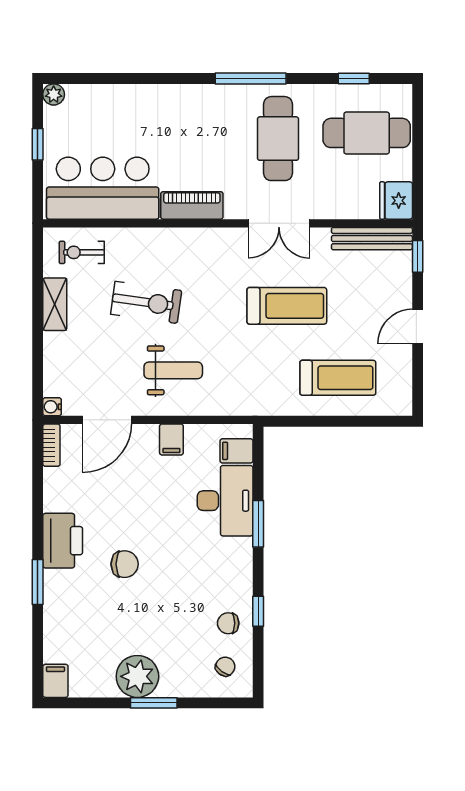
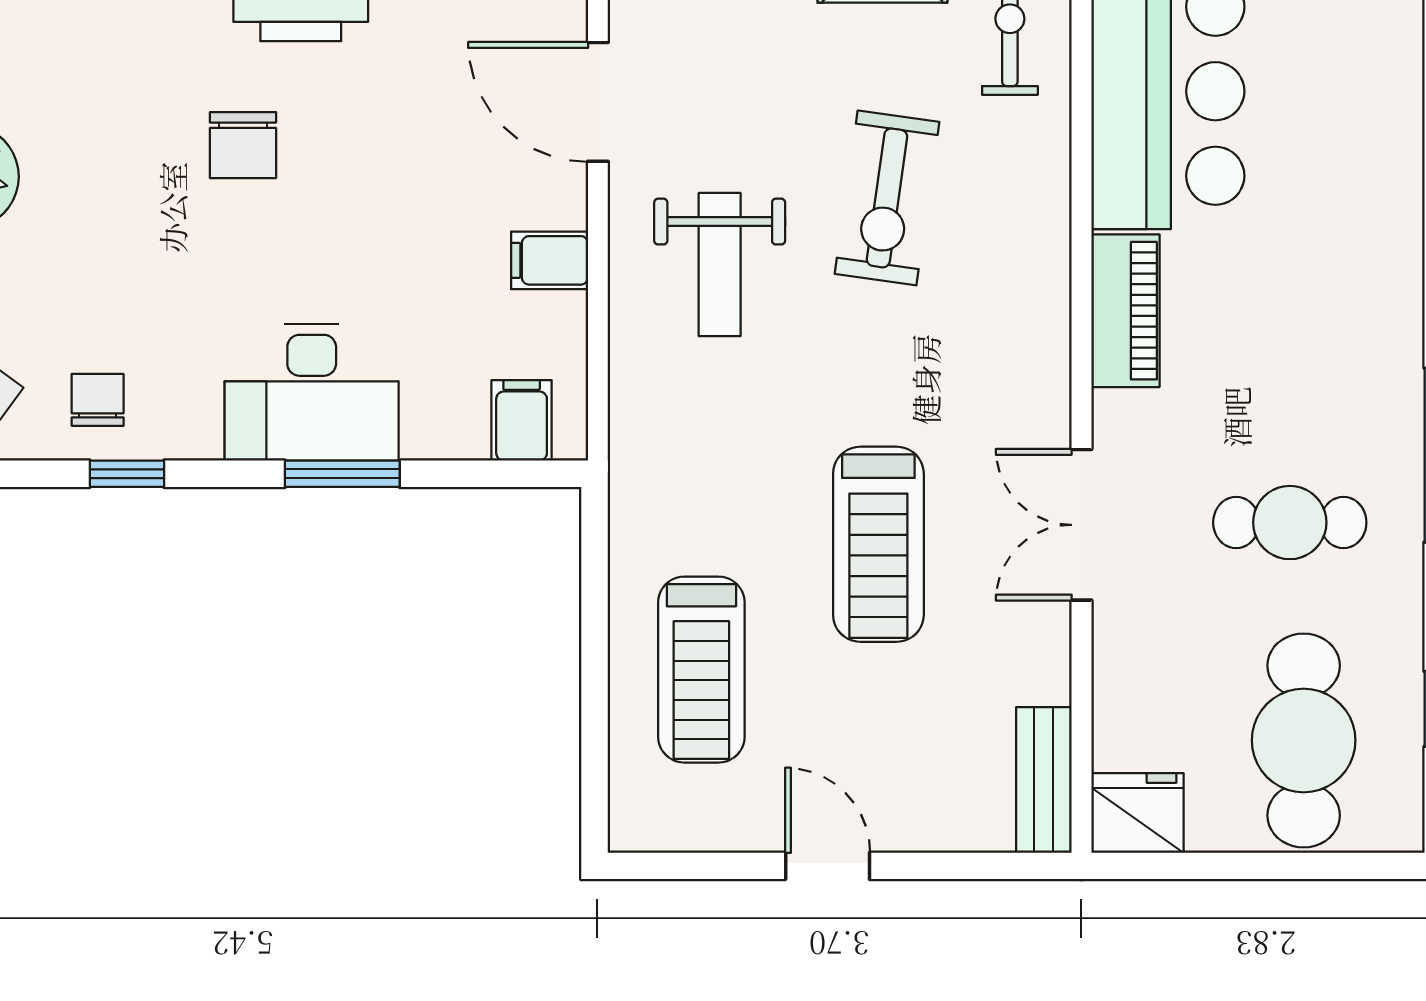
cafe table: (278, 139) -> (1290, 523), width x0.73, depth x0.74
bench: (372, 239) -> (1044, 780), width x0.73
window: (418, 256) -> (1000, 866), removed
desk: (225, 501) -> (312, 392), moved

